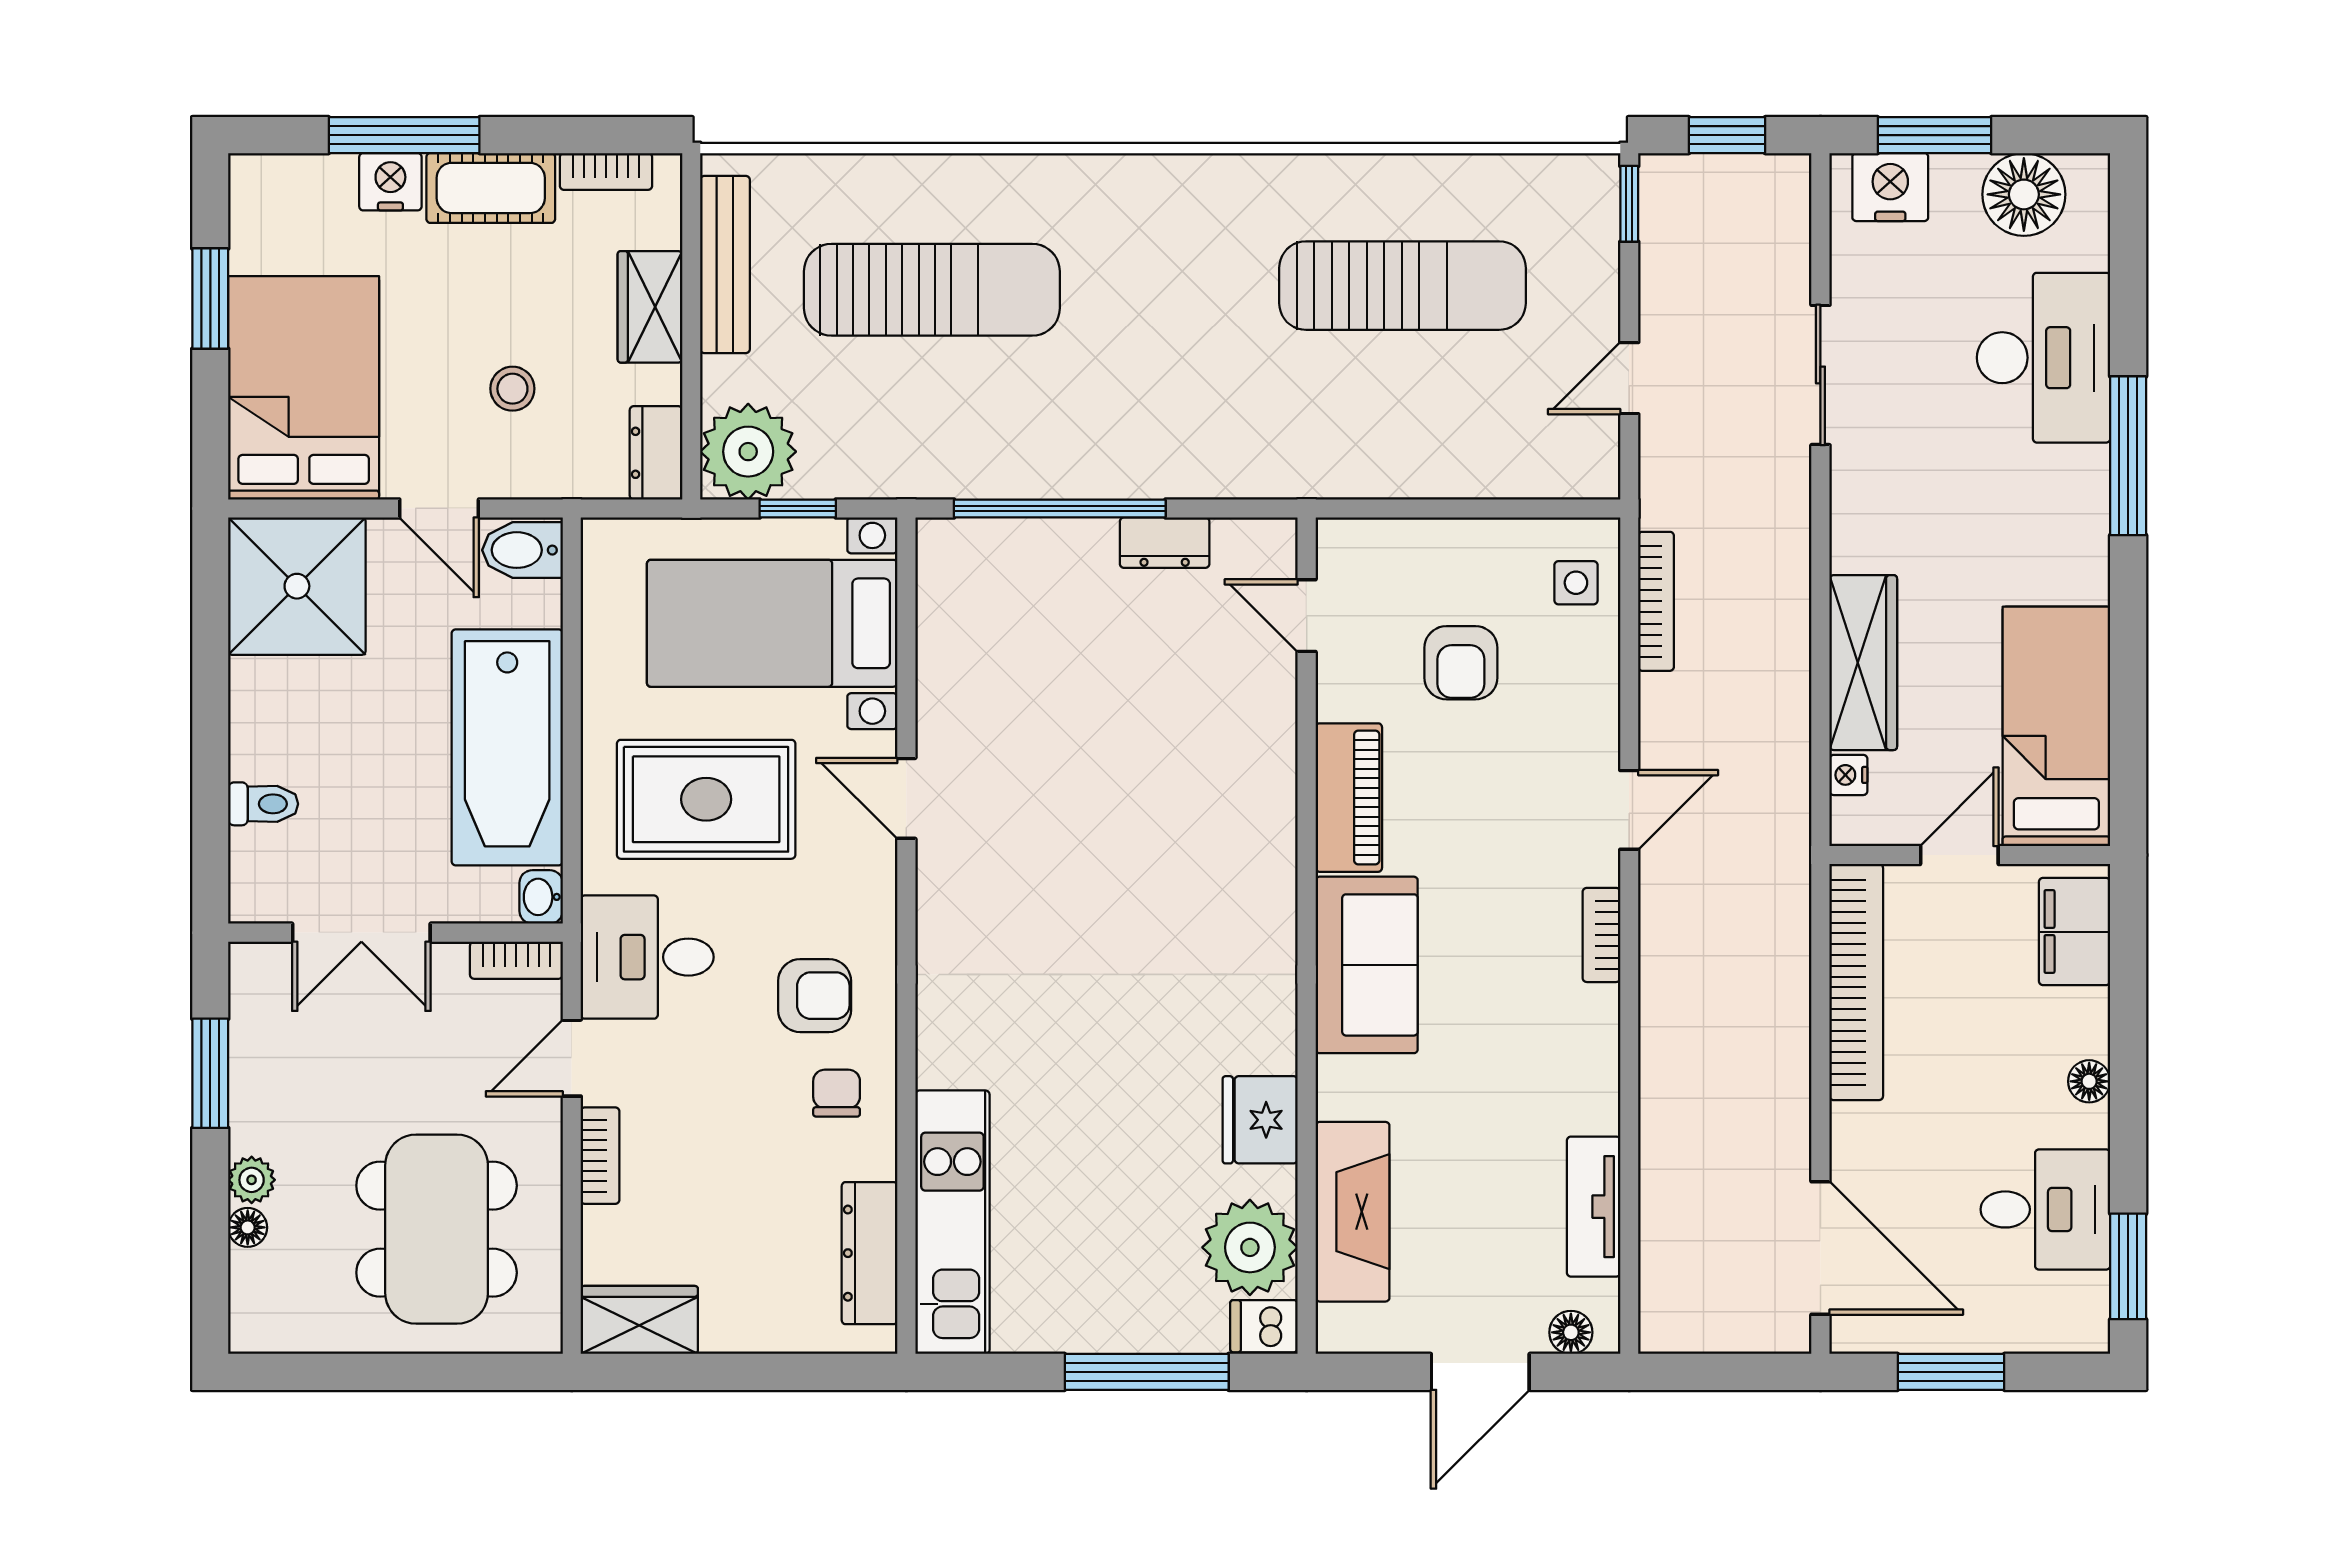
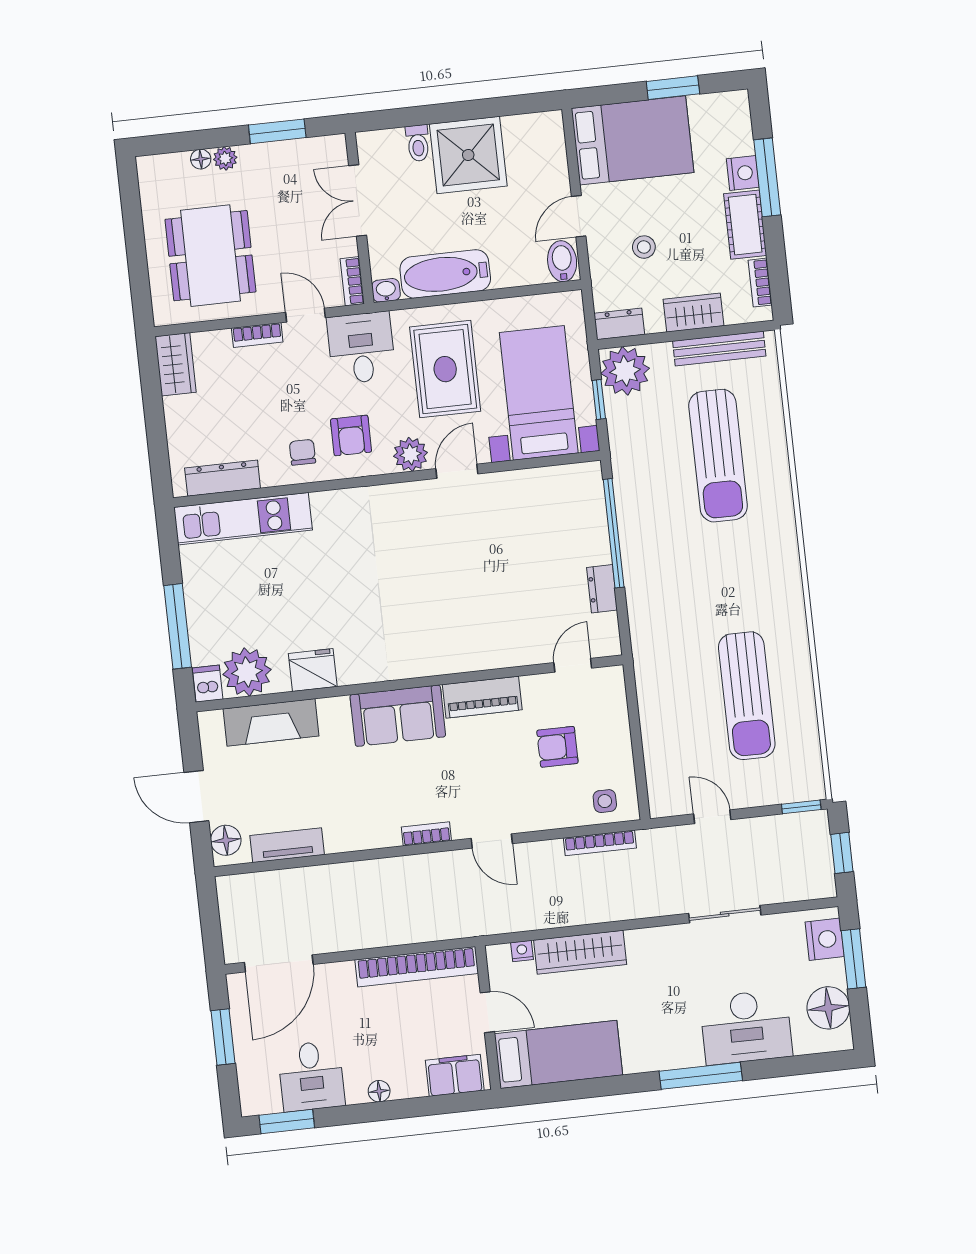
shower: (297, 586) -> (468, 155), moved
bathtub: (507, 747) -> (445, 274), width x0.73, depth x0.73
plant: (864, 884) -> (411, 454), added
chair: (837, 1093) -> (302, 452), turned -90
dining table: (437, 1229) -> (210, 256), turned 90
floor lamp: (1571, 1332) -> (226, 840), width x1.37, depth x1.37

